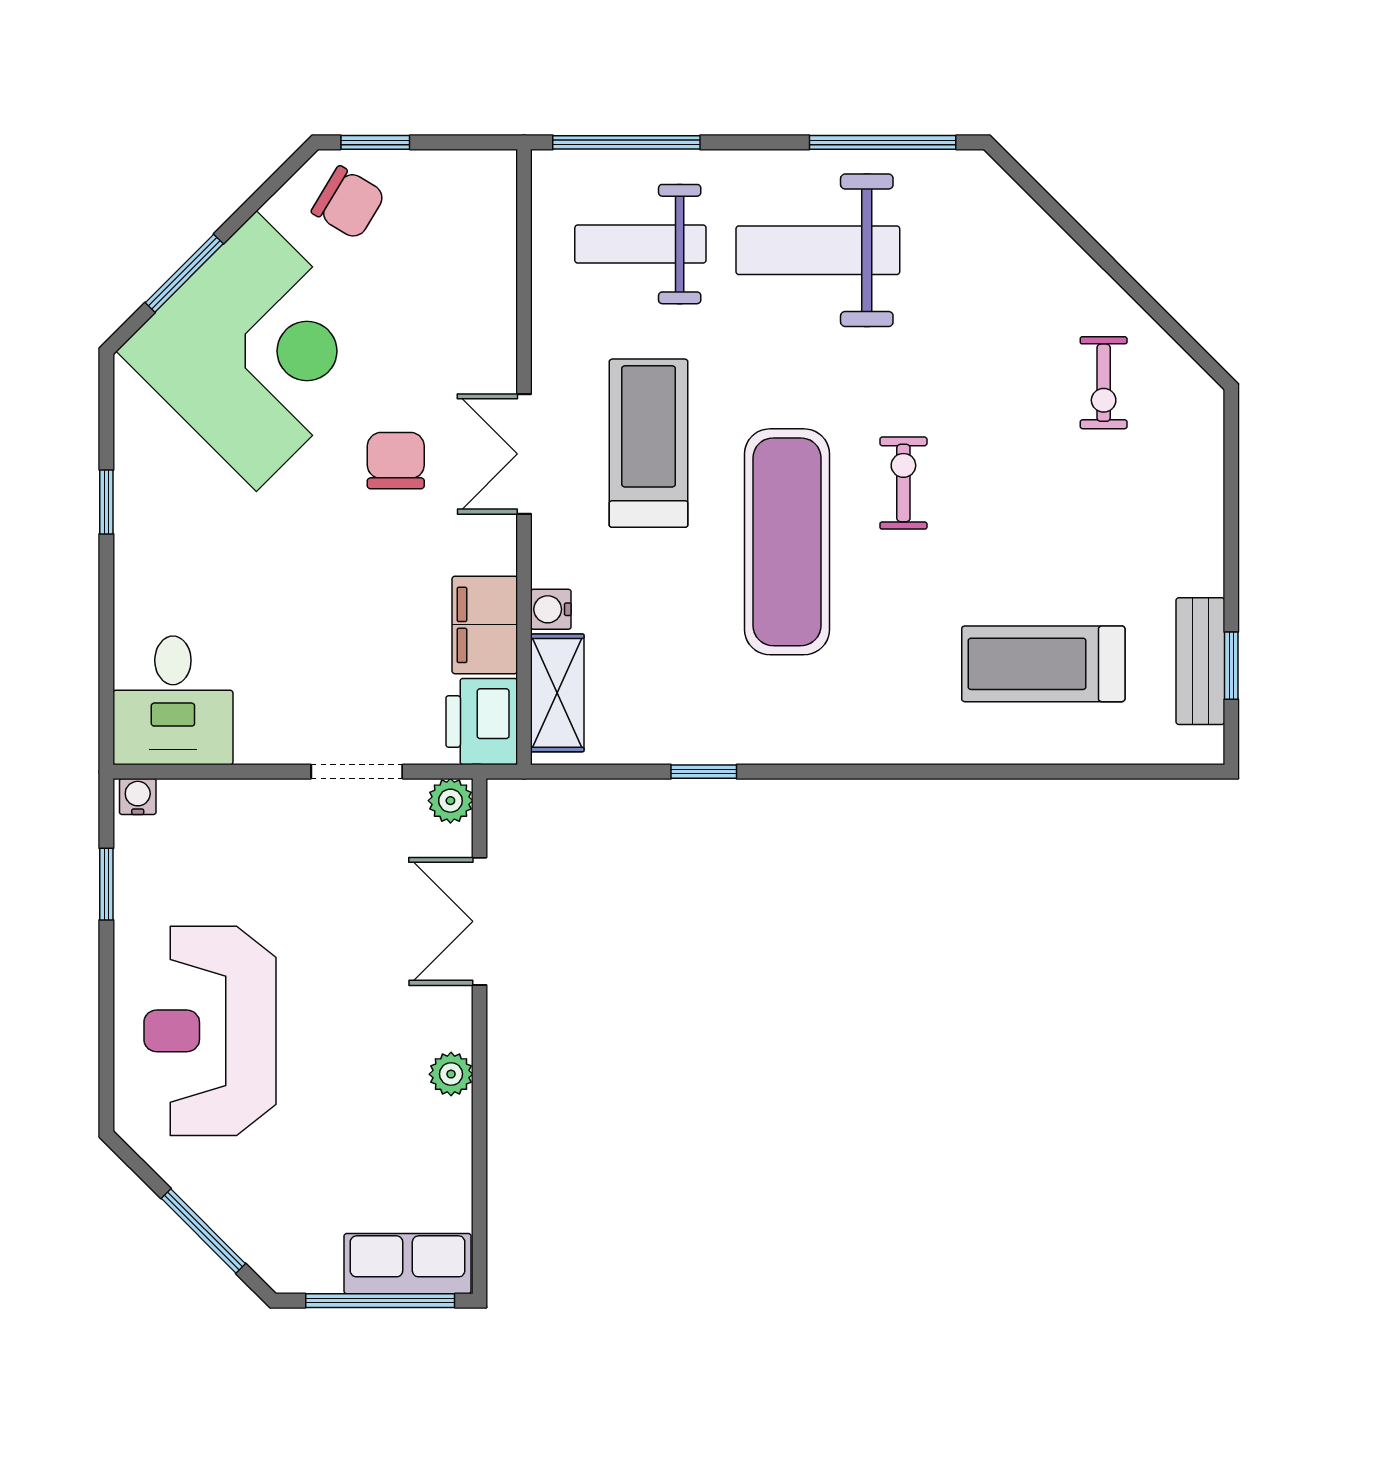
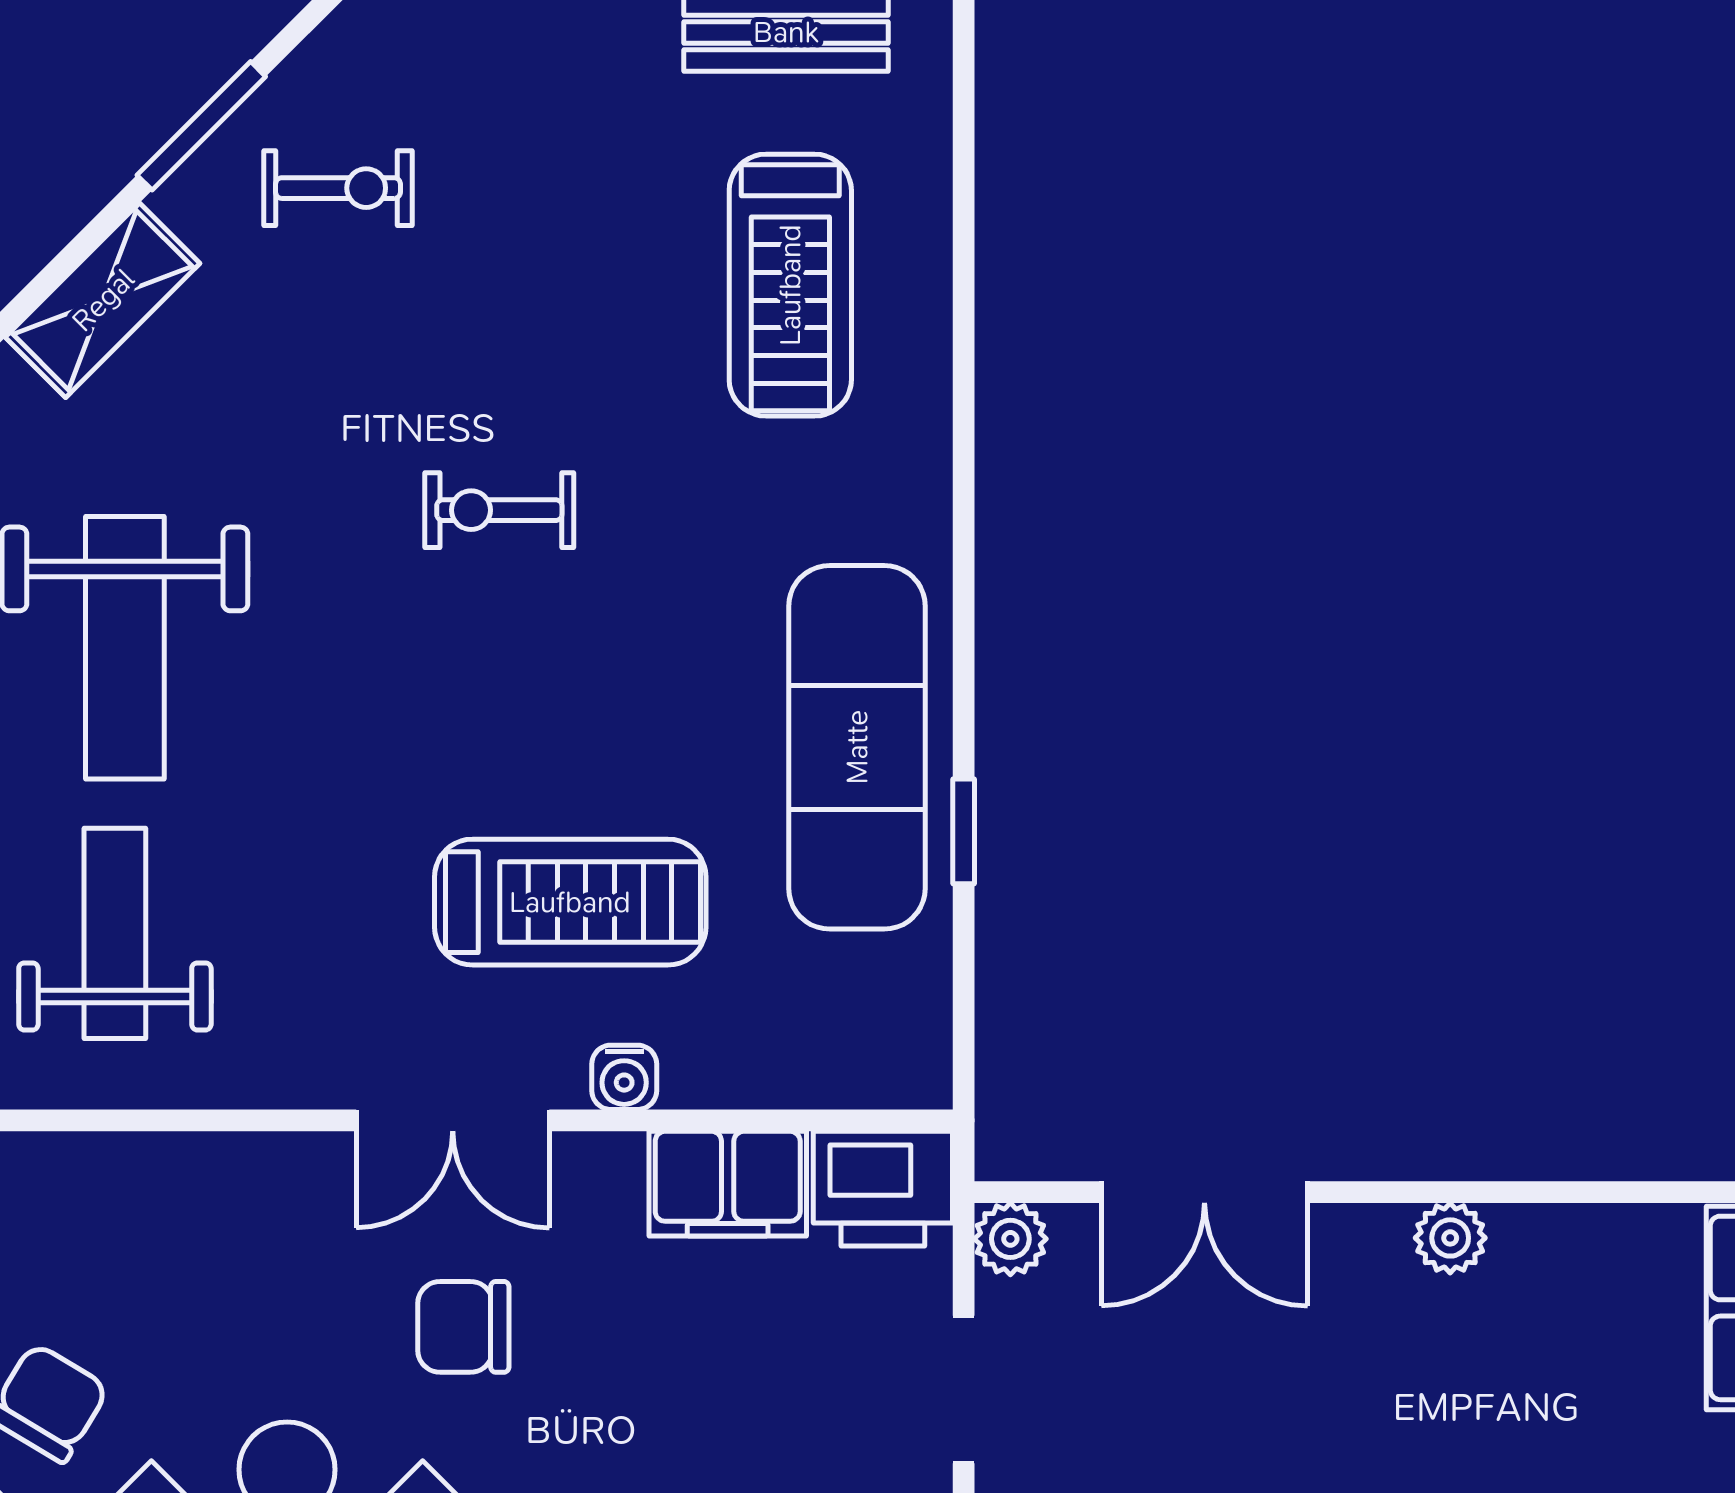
weight bench: (640, 244) -> (115, 933), turned 180
window: (1142, 298) -> (201, 126), added
treadmill: (649, 443) -> (570, 902), moved, turned 180
exercise mat: (787, 542) -> (857, 747), moved, turned 90
water cooler: (551, 609) -> (624, 1077), moved
shelving: (557, 693) -> (103, 300), moved, turned -45

